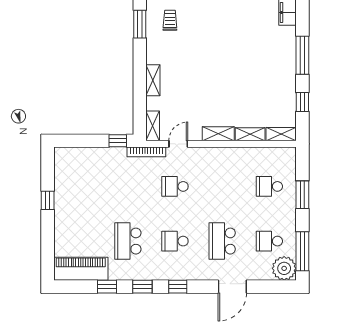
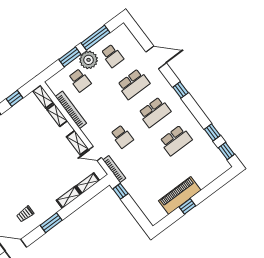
window: (140, 24) -> (51, 223), moved
shelving: (153, 126) -> (88, 183), moved
shelving: (218, 134) -> (77, 143), moved
bookcase: (245, 153) -> (71, 110), added
school desk: (175, 241) -> (155, 112), width x1.85
window: (302, 251) -> (95, 38), moved
plant: (284, 268) -> (89, 60), moved
piano: (81, 269) -> (180, 195), moved, turned 90
window: (142, 287) -> (226, 151), moved

